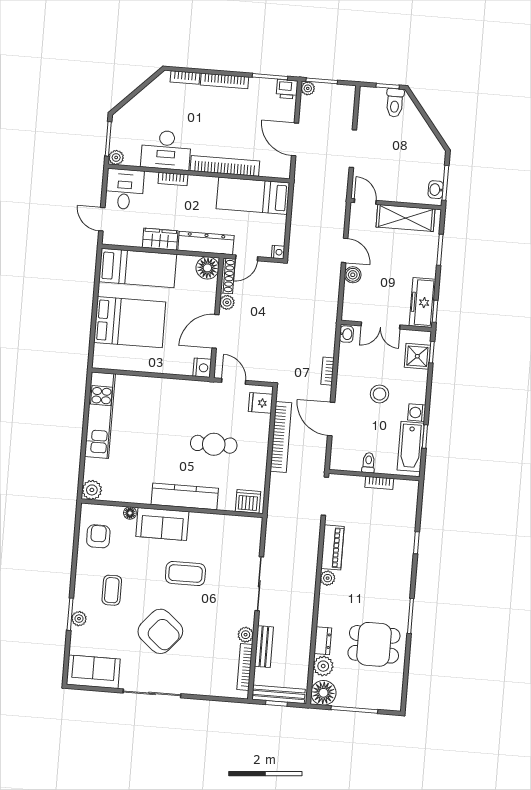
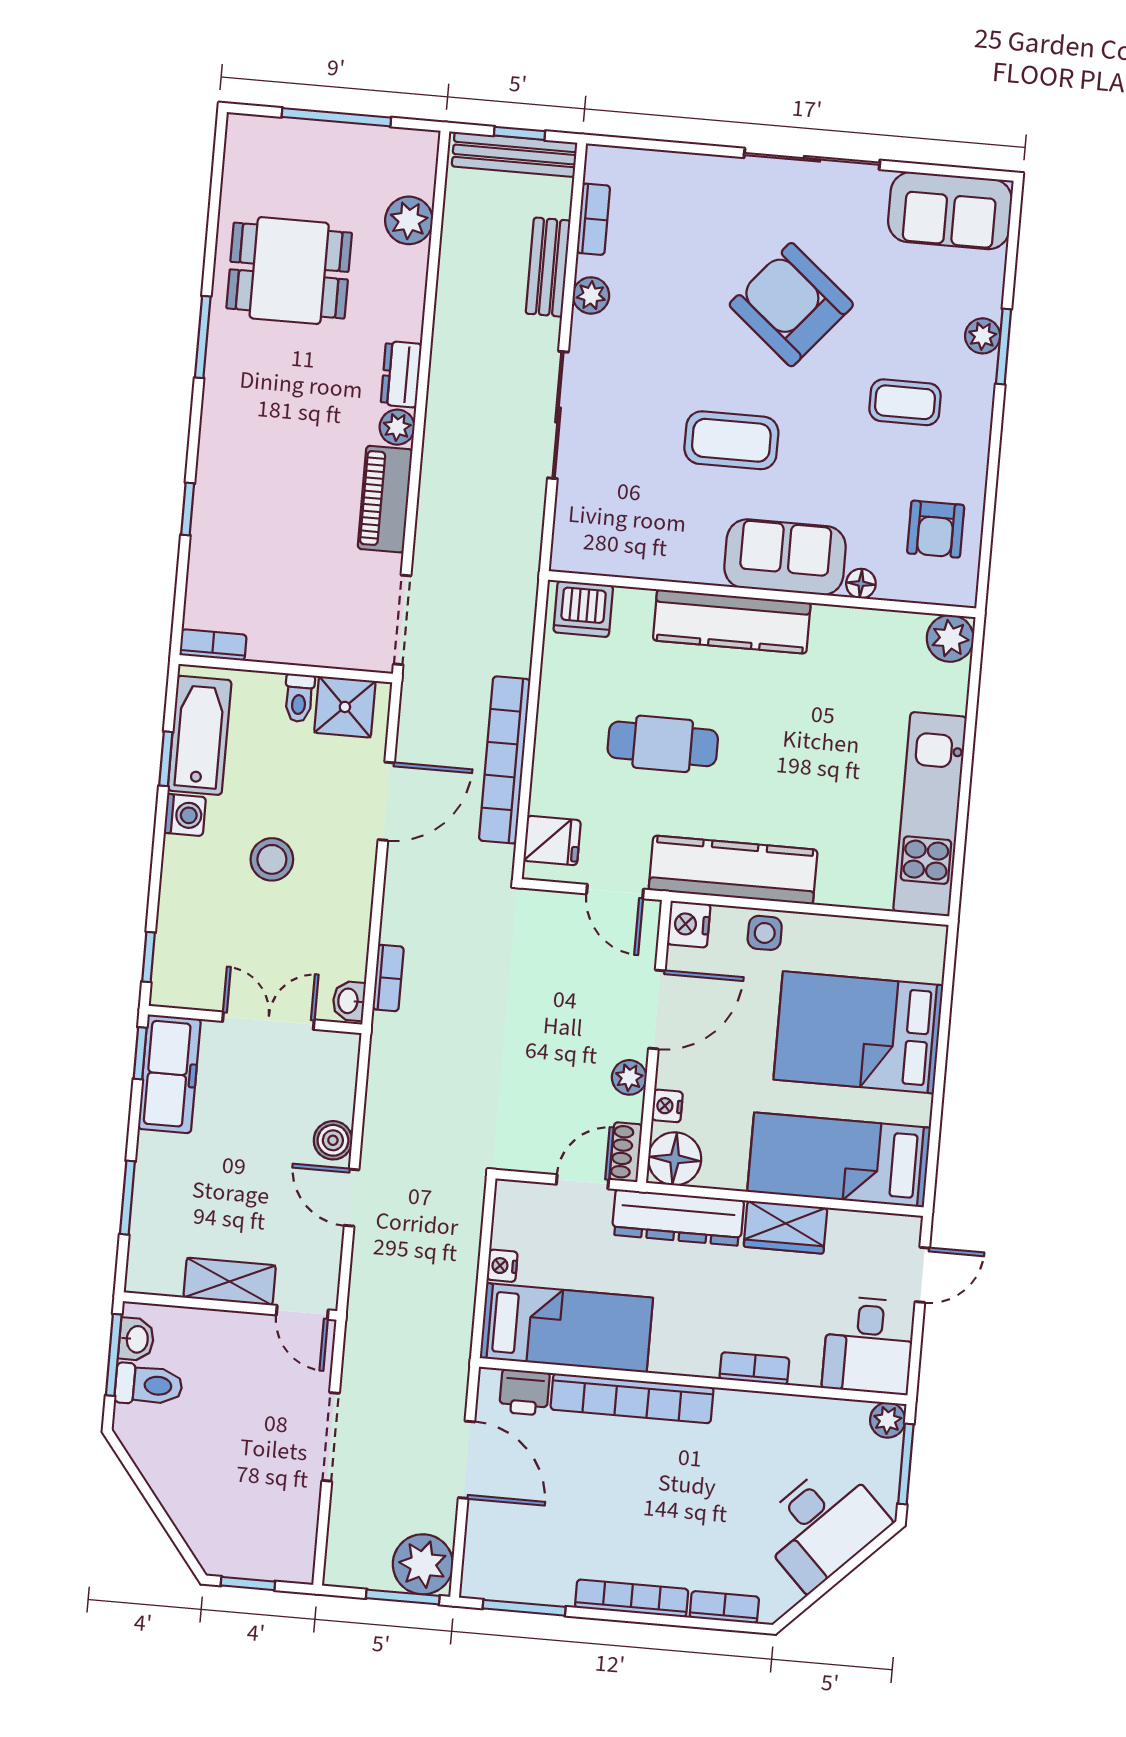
plant: (308, 88) -> (423, 1564), width x1.88, depth x1.88
printer: (287, 89) -> (524, 1392), moved, turned 180
toilet: (395, 103) -> (149, 1385), moved, turned 90
desk: (166, 150) -> (822, 1525), moved, turned 135
shelving: (406, 218) -> (230, 1281), width x0.67, depth x0.75
door: (102, 219) -> (922, 1275), hinge flipped
nightstand: (278, 252) -> (502, 1266), moved
shoe rack: (228, 276) -> (626, 1152), width x0.70
nightstand: (211, 290) -> (667, 1106), added
shower: (417, 356) -> (345, 707), moved
side table: (170, 364) -> (765, 933), added
bookcase: (328, 371) -> (388, 978), moved
kitchen counter: (183, 391) -> (733, 870), added
door: (331, 419) -> (386, 801), hinge flipped
bookcase: (379, 483) -> (213, 645), moved
coffee table: (112, 590) -> (905, 402), turned 90
dresser: (323, 641) -> (401, 374), moved
bookcase: (245, 667) -> (593, 219), width x0.64
floor lamp: (323, 693) -> (409, 157), removed

